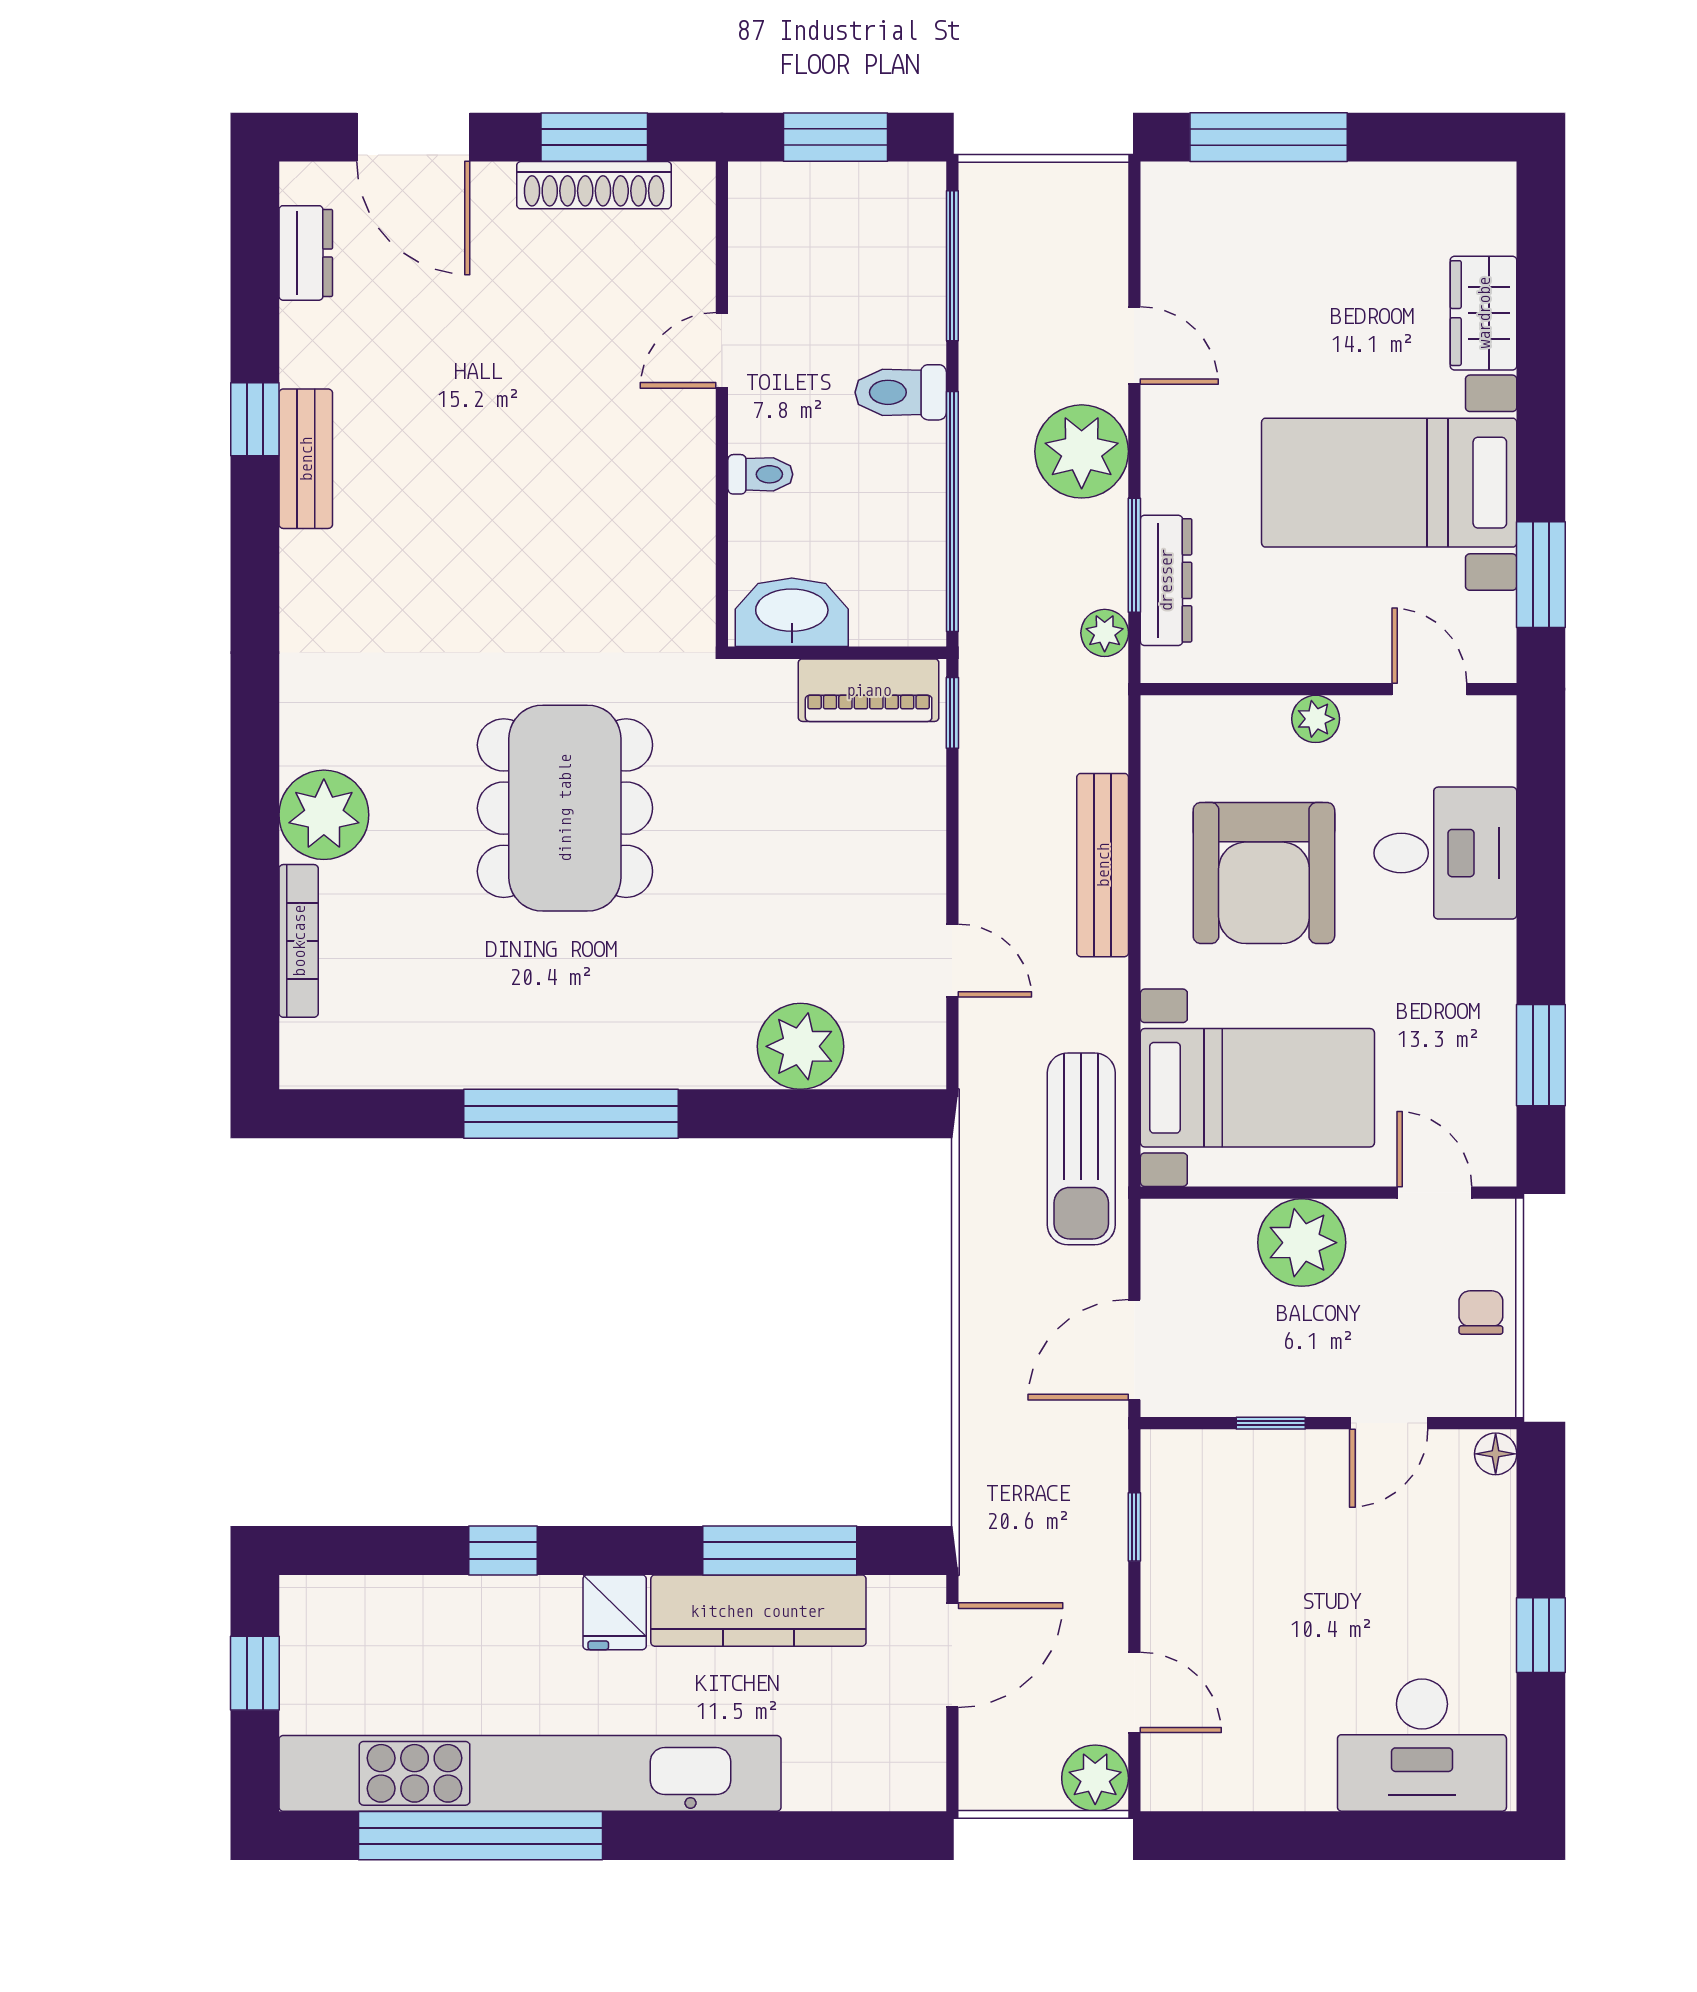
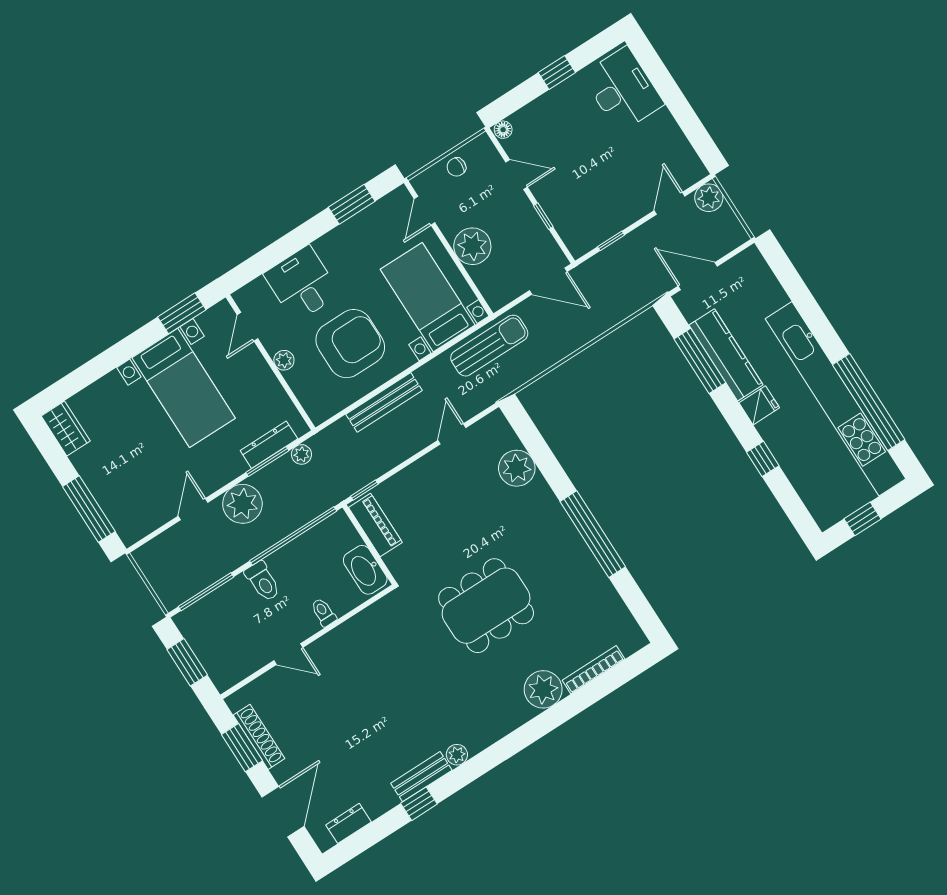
wardrobe: (1484, 313) -> (66, 428), moved, turned -90
plant: (304, 558) -> (457, 755), added

